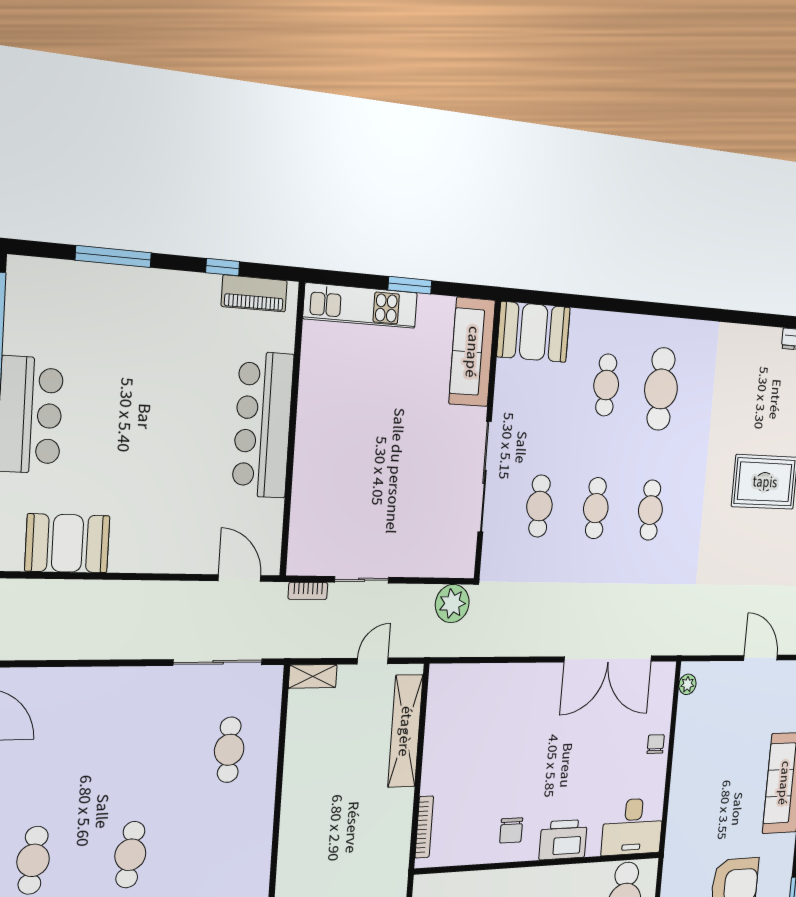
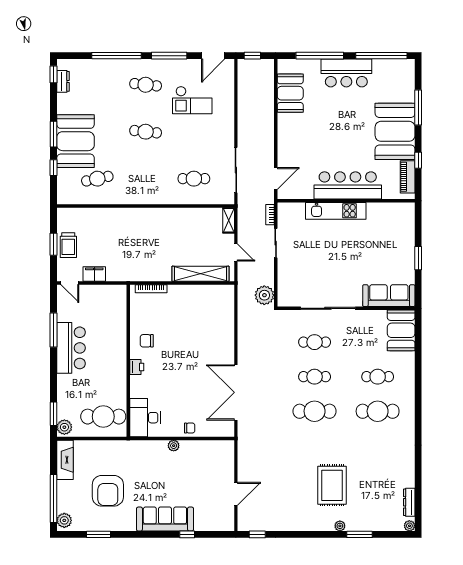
kitchen unit: (361, 306) -> (336, 211), moved, turned -90
booth: (160, 313) -> (395, 131), added
cafe table: (650, 510) -> (315, 411), width x1.37, depth x1.35
plant: (687, 684) -> (174, 446), moved
checkout: (71, 758) -> (192, 100), added
printer: (563, 840) -> (137, 367), width x0.53, depth x0.68

